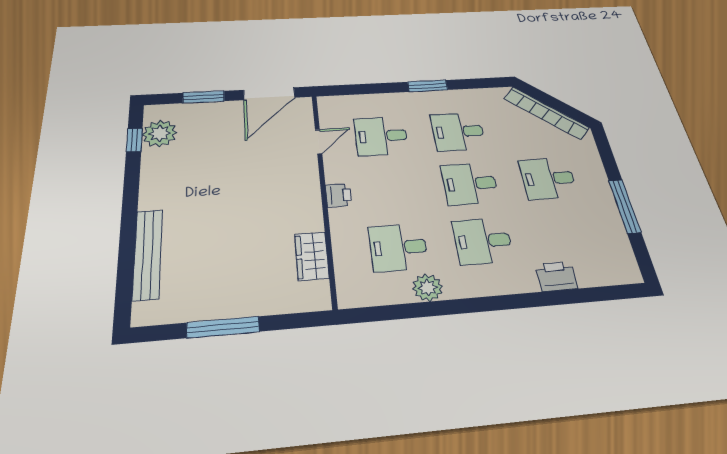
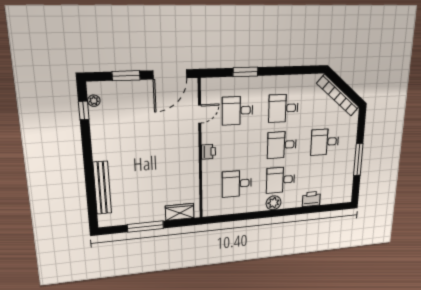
window: (428, 86) -> (245, 72), moved
plant: (160, 133) -> (94, 101), width x0.53, depth x0.53
wardrobe: (312, 256) -> (180, 212), moved, turned 90
plant: (428, 288) -> (274, 203), moved

